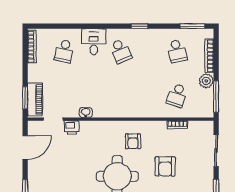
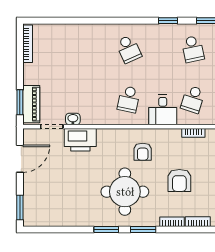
window: (139, 26) -> (168, 21), moved
desk: (94, 42) -> (163, 110), moved, turned 180
school desk: (64, 51) -> (129, 99), moved
washbasin: (86, 113) -> (73, 119), moved
printer: (72, 127) -> (80, 140), width x1.87, depth x1.48

